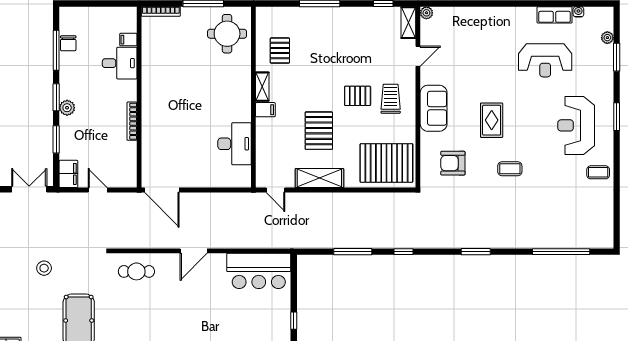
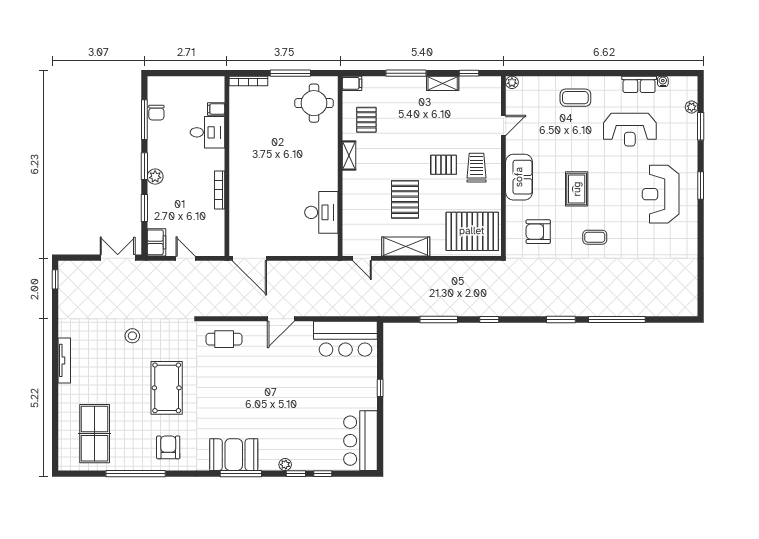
shelving: (408, 23) -> (443, 83), moved, turned 90
filing cabinet: (265, 110) -> (352, 83), moved
coffee table: (598, 172) -> (575, 98), moved, width x1.36, depth x1.30
window: (561, 252) -> (617, 320), moved

